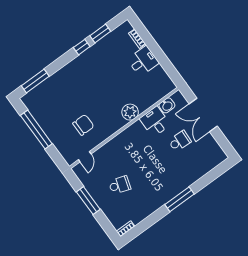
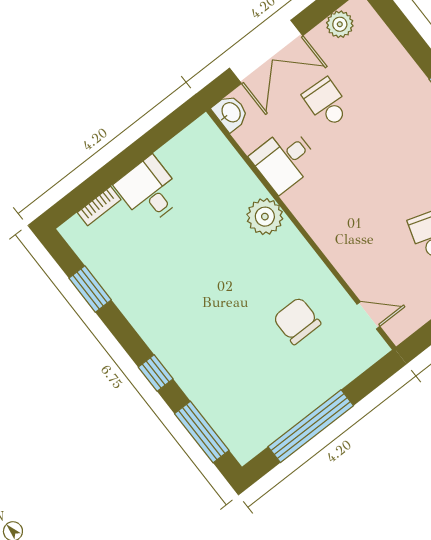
window: (82, 47) -> (156, 373), moved
washbasin: (167, 105) -> (230, 113), moved
plant: (214, 148) -> (340, 24), added

